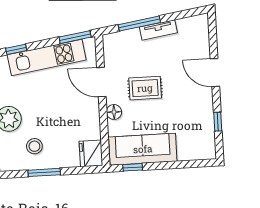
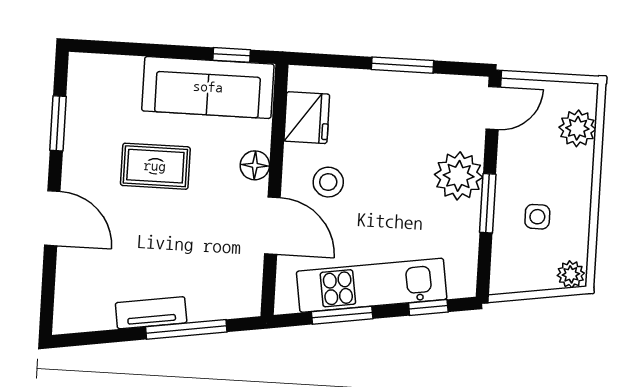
window: (75, 37) -> (342, 315), moved
rug: (145, 88) -> (155, 166), moved
window: (218, 122) -> (58, 123), width x1.50
stool: (34, 146) -> (328, 182), moved
fridge: (91, 153) -> (307, 118), moved

